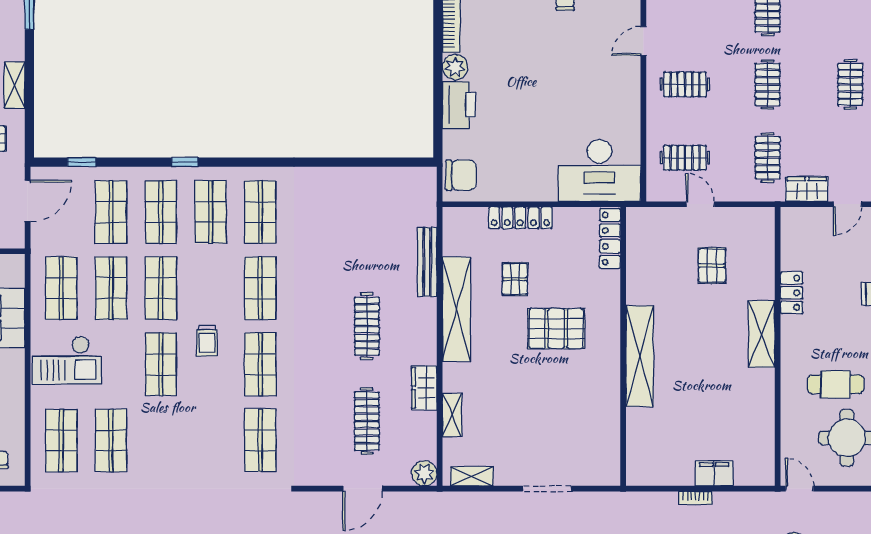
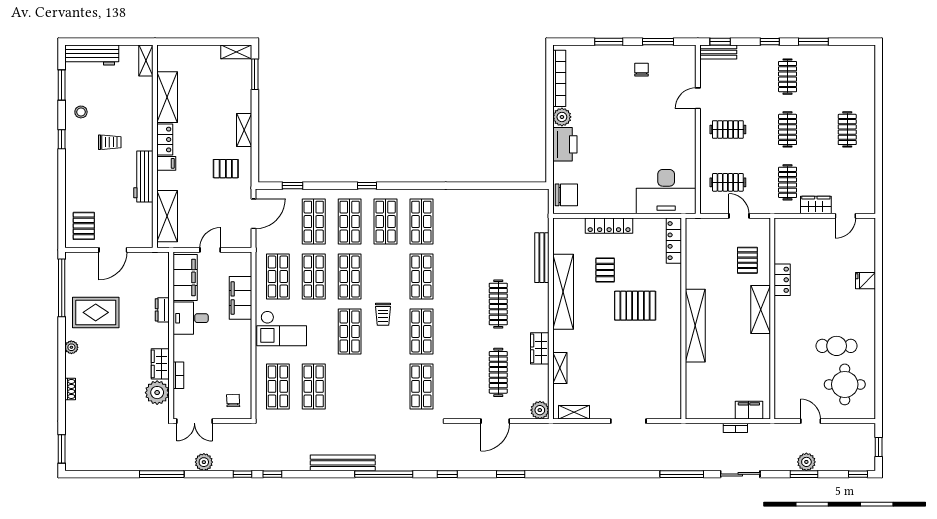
locker: (792, 293) -> (782, 280), moved
shelving: (762, 334) -> (761, 310), moved
wall: (778, 346) -> (772, 319), moved

